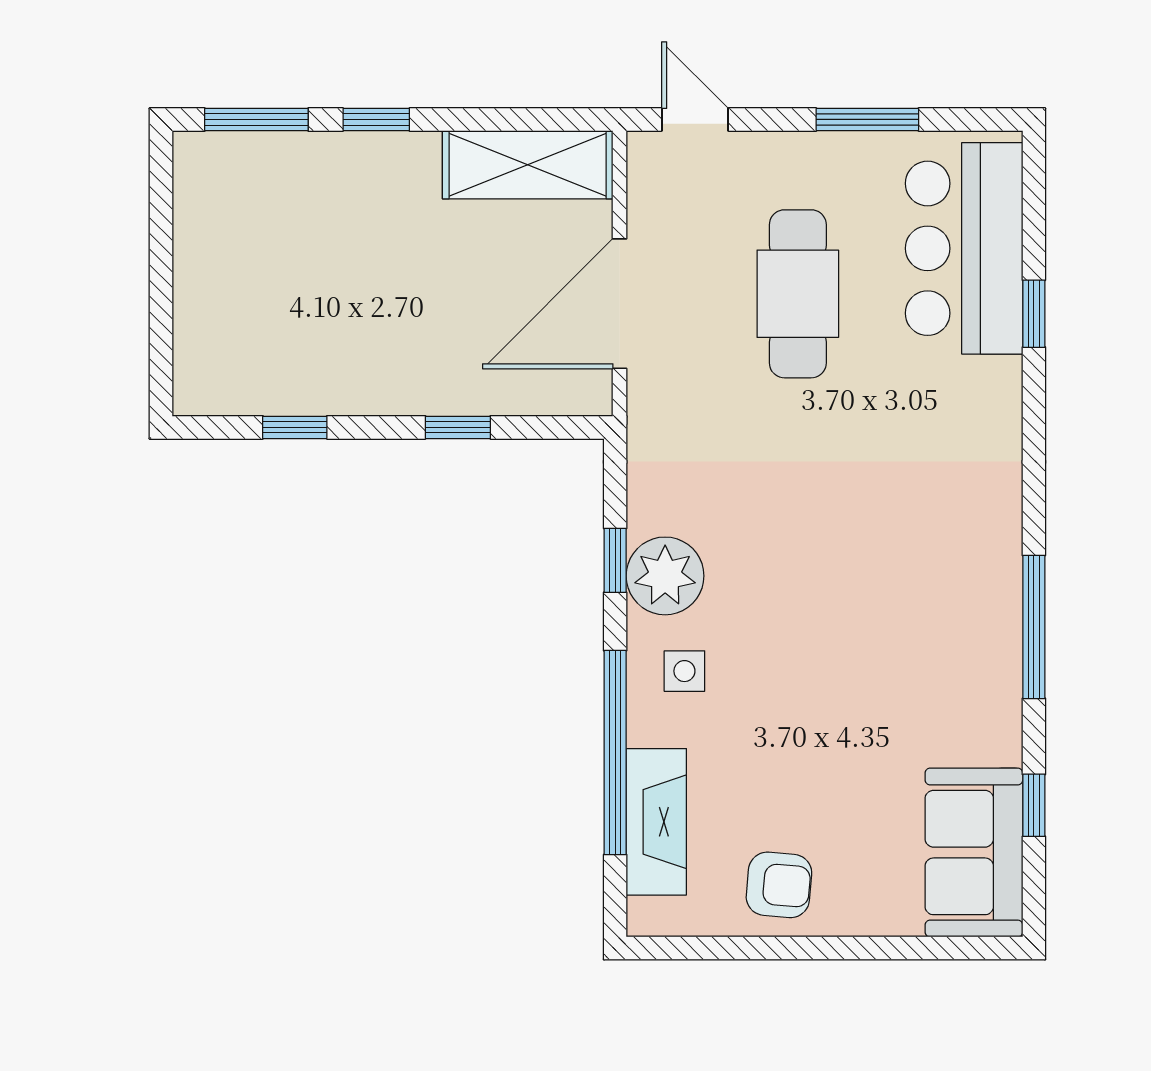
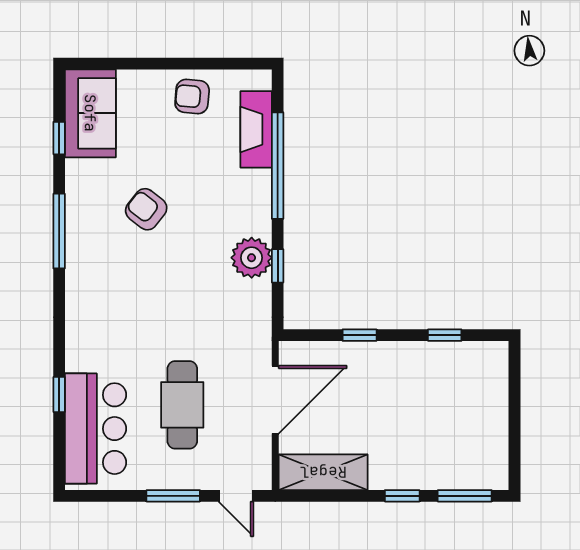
window: (867, 119) -> (173, 496), moved
armchair: (867, 669) -> (146, 209), added
side table: (684, 671) -> (241, 208), removed

